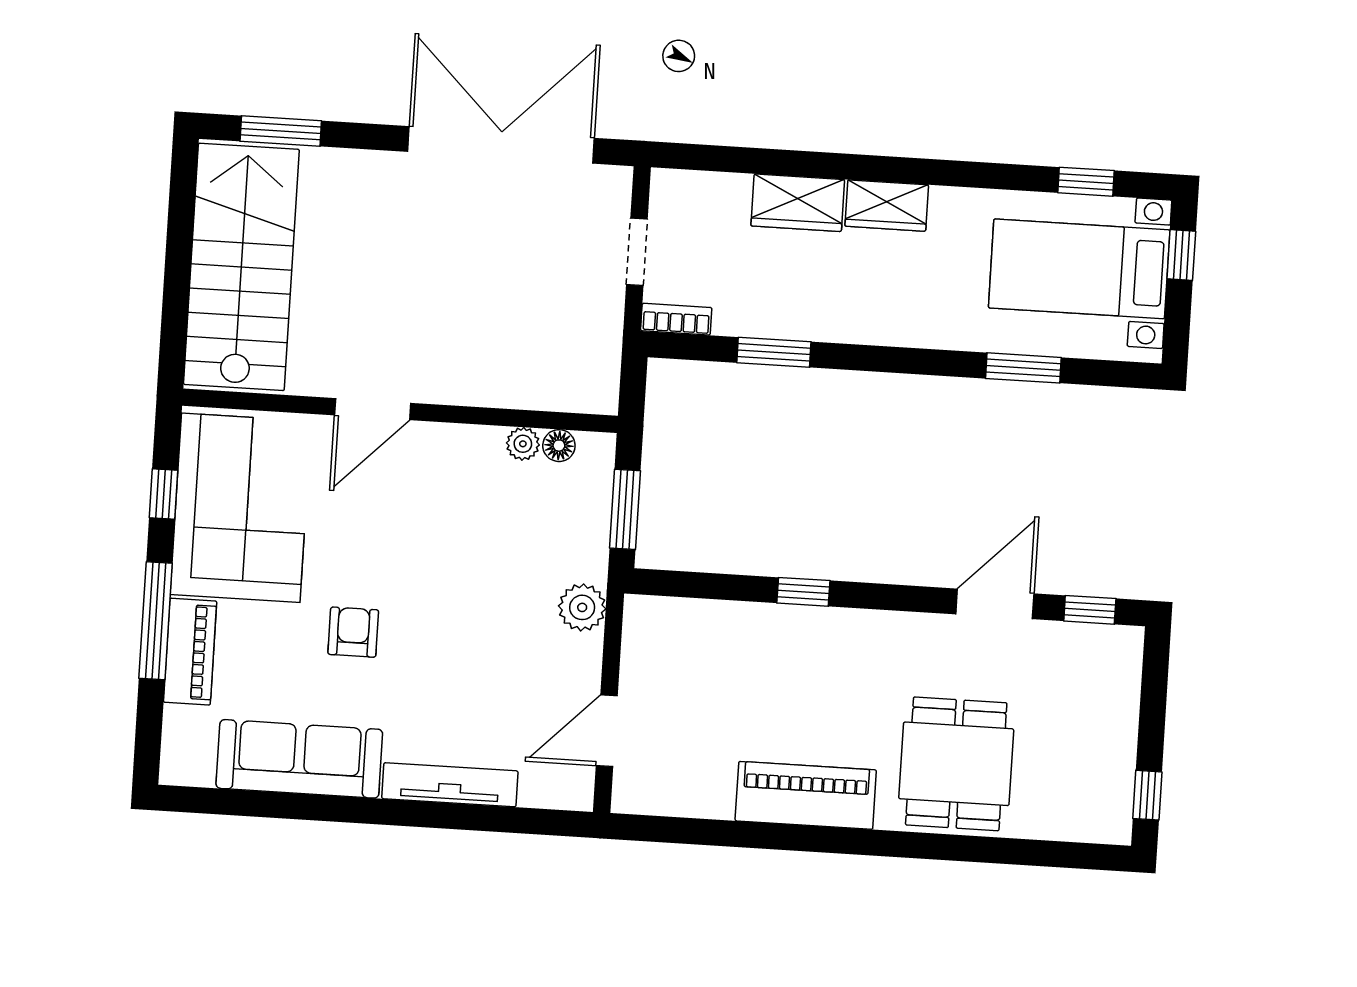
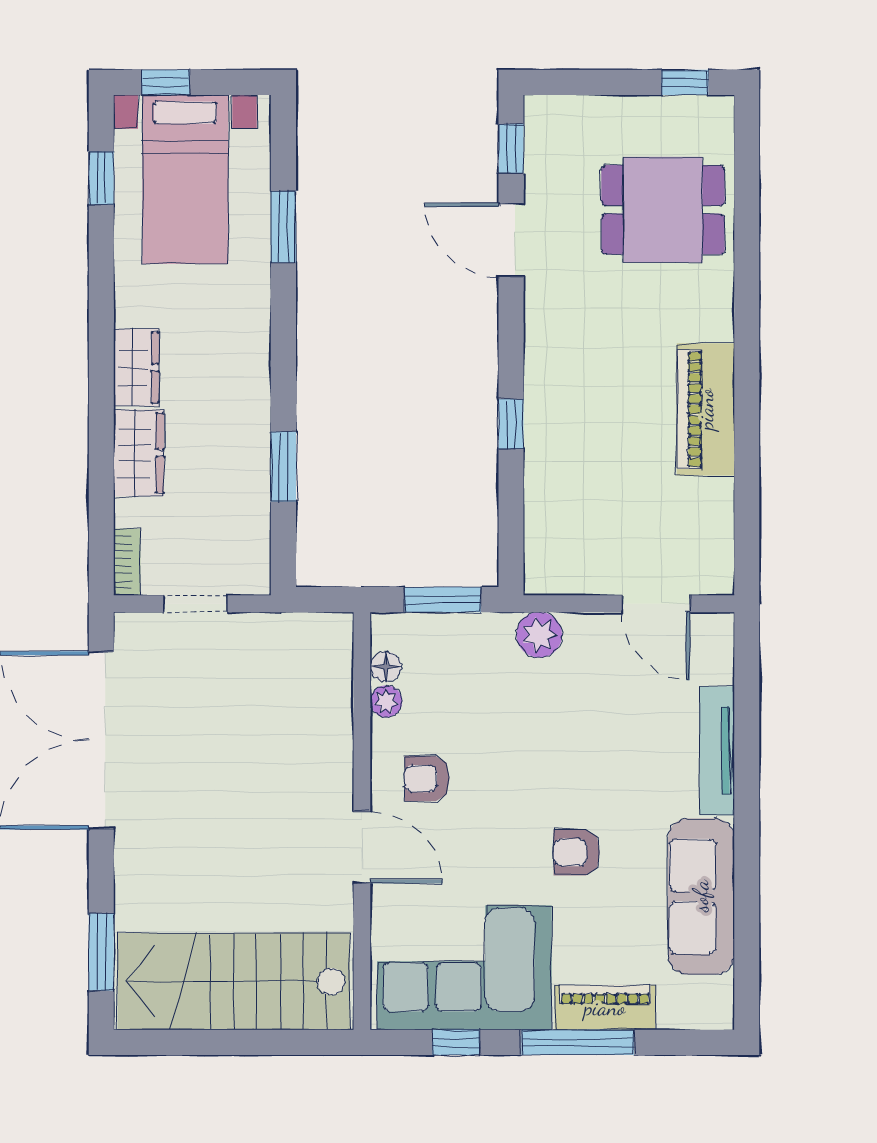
bookcase: (676, 319) -> (127, 562), moved, turned 180
armchair: (440, 481) -> (427, 779), added
dining table: (956, 764) -> (663, 210), moved

